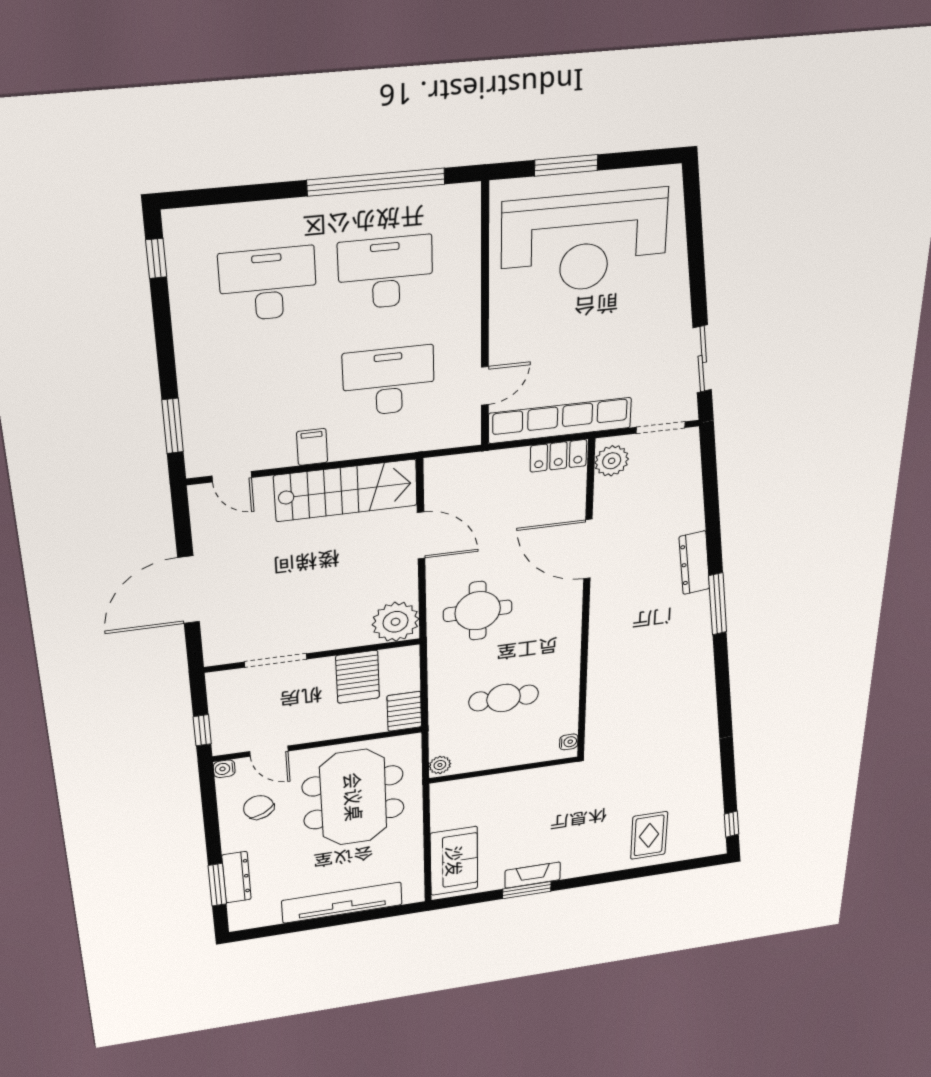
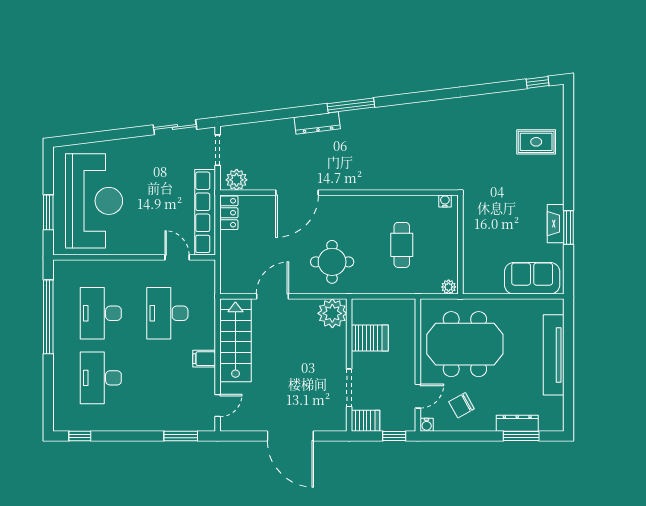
server rack: (404, 711) -> (366, 421), moved, turned 180

